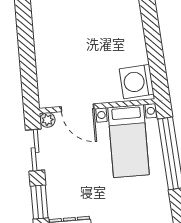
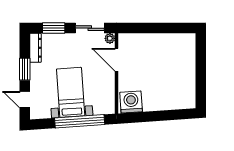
door: (77, 108) -> (117, 60), hinge flipped
bed with nightstands: (128, 141) -> (71, 92), moved, turned 86

